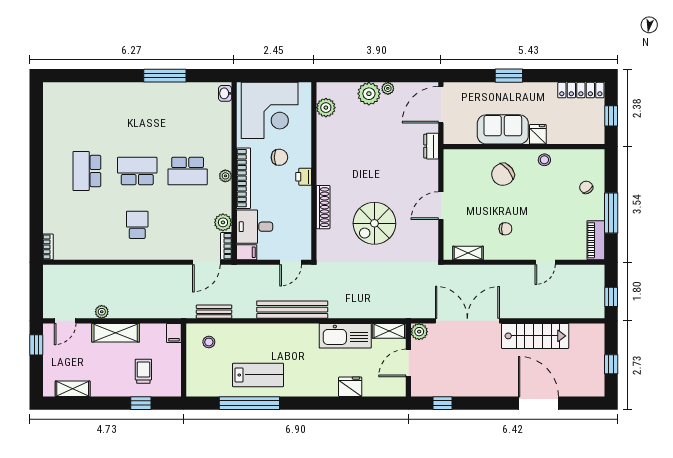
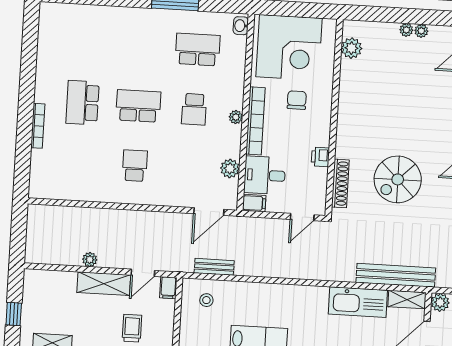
plant: (369, 94) -> (406, 30), width x0.53, depth x0.53
school desk: (188, 117) -> (198, 50), added
chair: (279, 157) -> (297, 100), turned -90
school desk: (188, 171) -> (194, 109), width x0.54
printer: (304, 177) -> (320, 157), moved
shoe rack: (323, 207) -> (340, 183), moved
bookcase: (226, 246) -> (232, 195), removed
bookcase: (48, 247) -> (38, 126), moved, width x1.56
bench: (292, 310) -> (396, 275), moved
door: (65, 321) -> (143, 273), moved
window: (36, 345) -> (14, 314), moved

